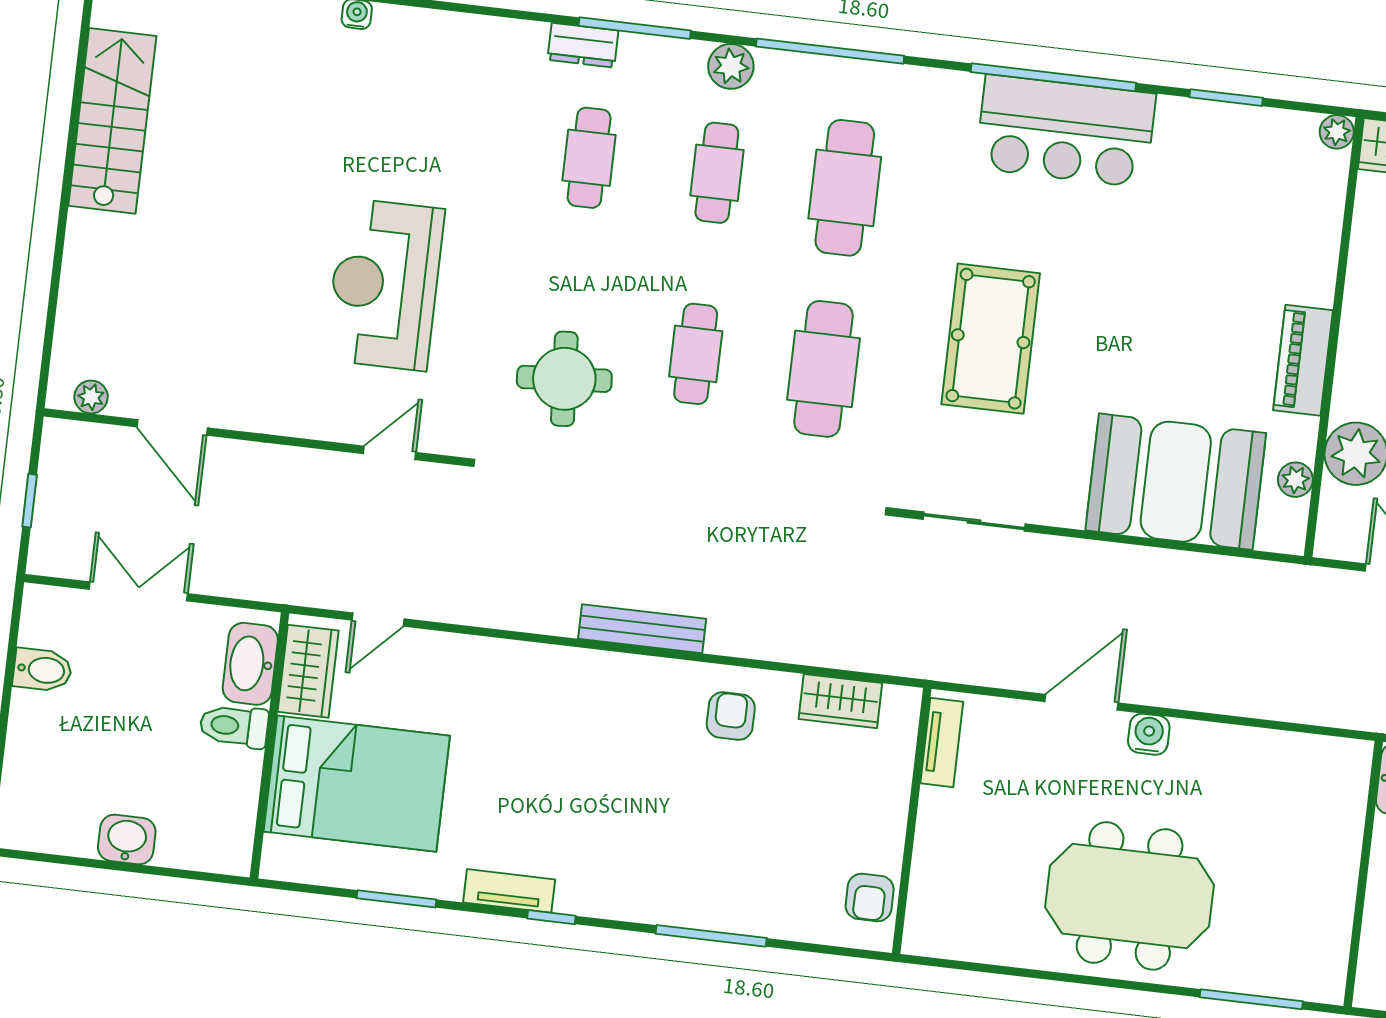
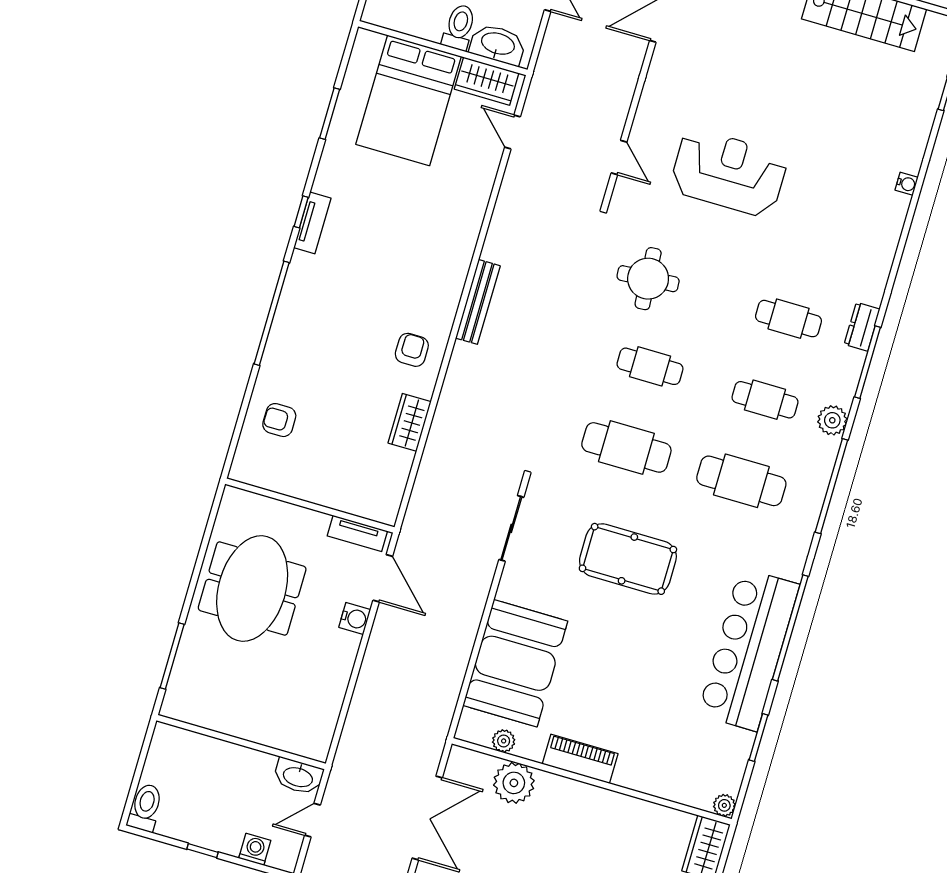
bar counter: (1065, 131) -> (749, 650), width x1.36
armchair: (731, 716) -> (412, 350), turned -90
tv unit: (942, 743) -> (357, 533), moved
wall: (912, 821) -> (310, 506), moved
tv unit: (509, 891) -> (312, 223), moved
window: (711, 936) -> (272, 313), width x1.46

